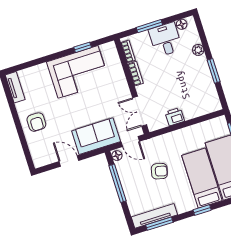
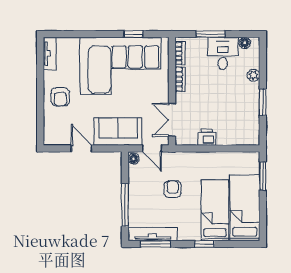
corner sofa: (78, 72) -> (120, 66), width x1.36, depth x1.36
armchair: (159, 171) -> (173, 189), turned -104
window: (117, 183) -> (125, 205), moved

